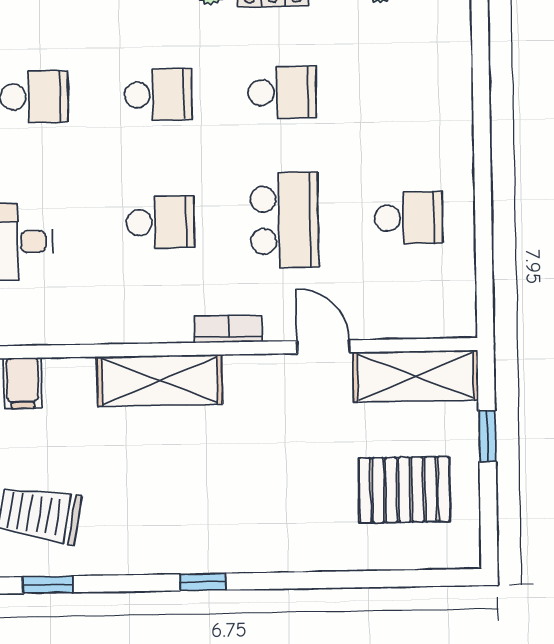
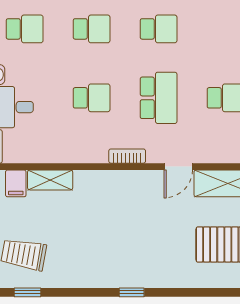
door: (323, 347) -> (178, 167), swing flipped
shelving: (160, 381) -> (50, 180), moved, width x0.67, depth x0.75
window: (203, 582) -> (132, 292), moved

